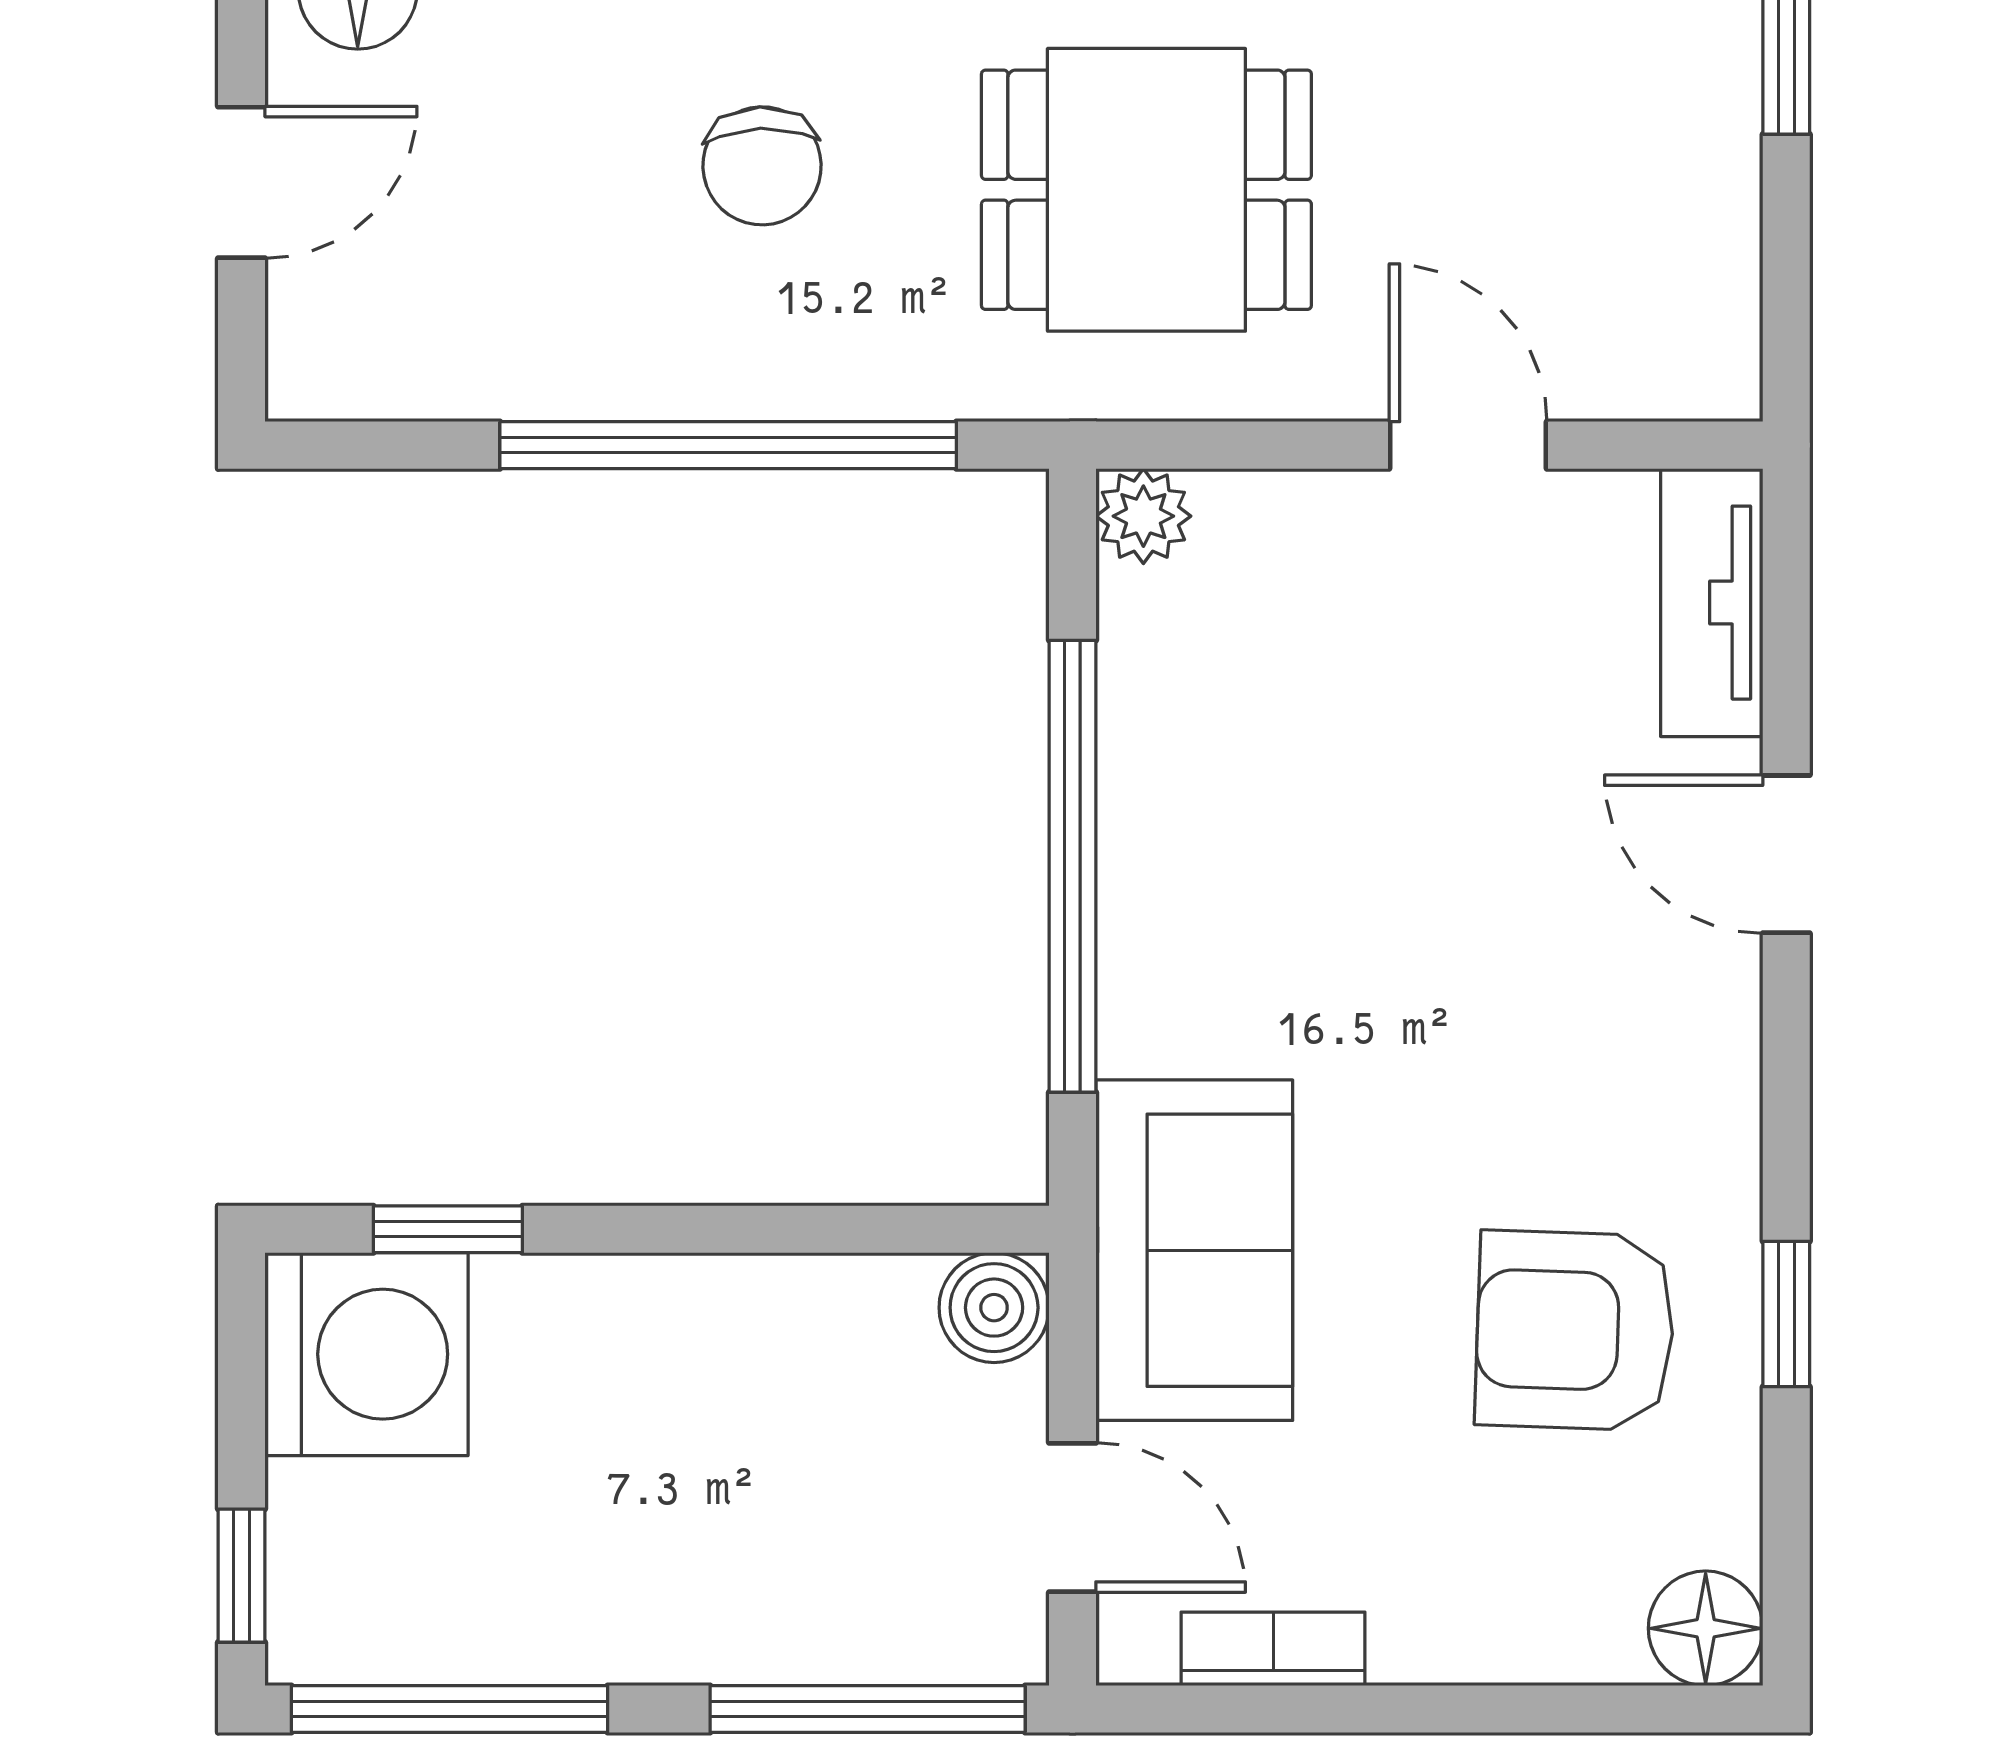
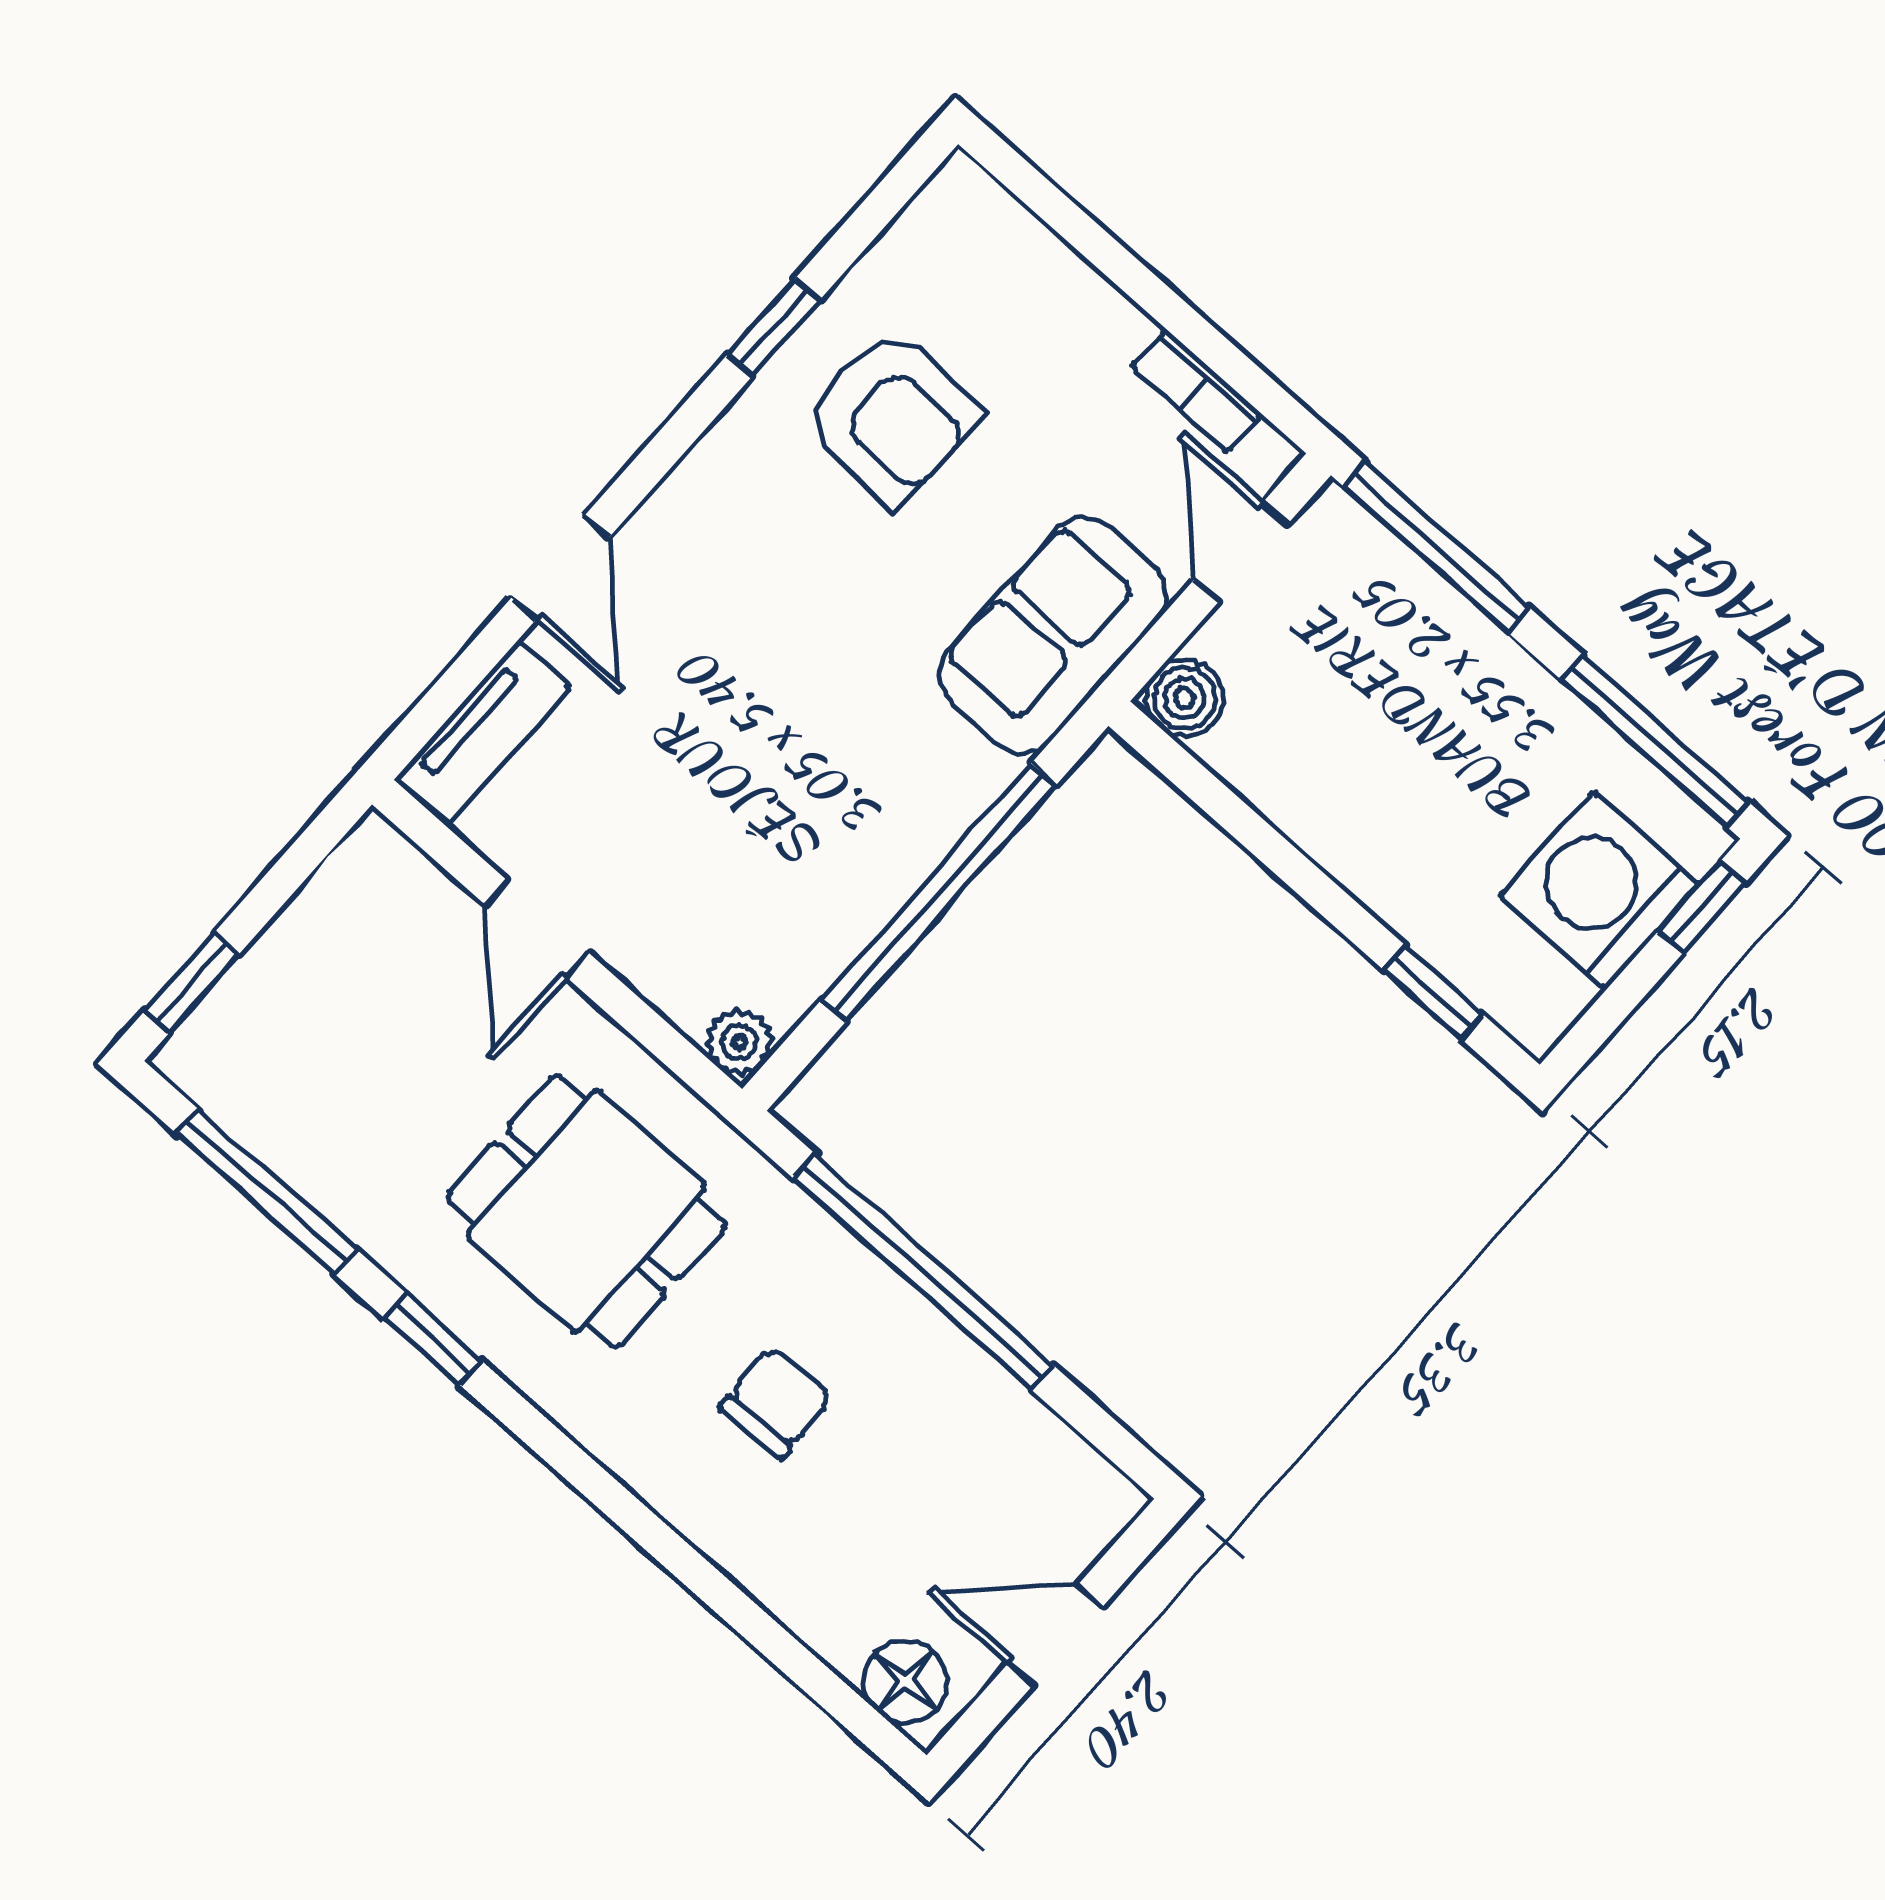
washing machine: (366, 1354) -> (1600, 890), moved
floor lamp: (1706, 1628) -> (961, 201), removed

